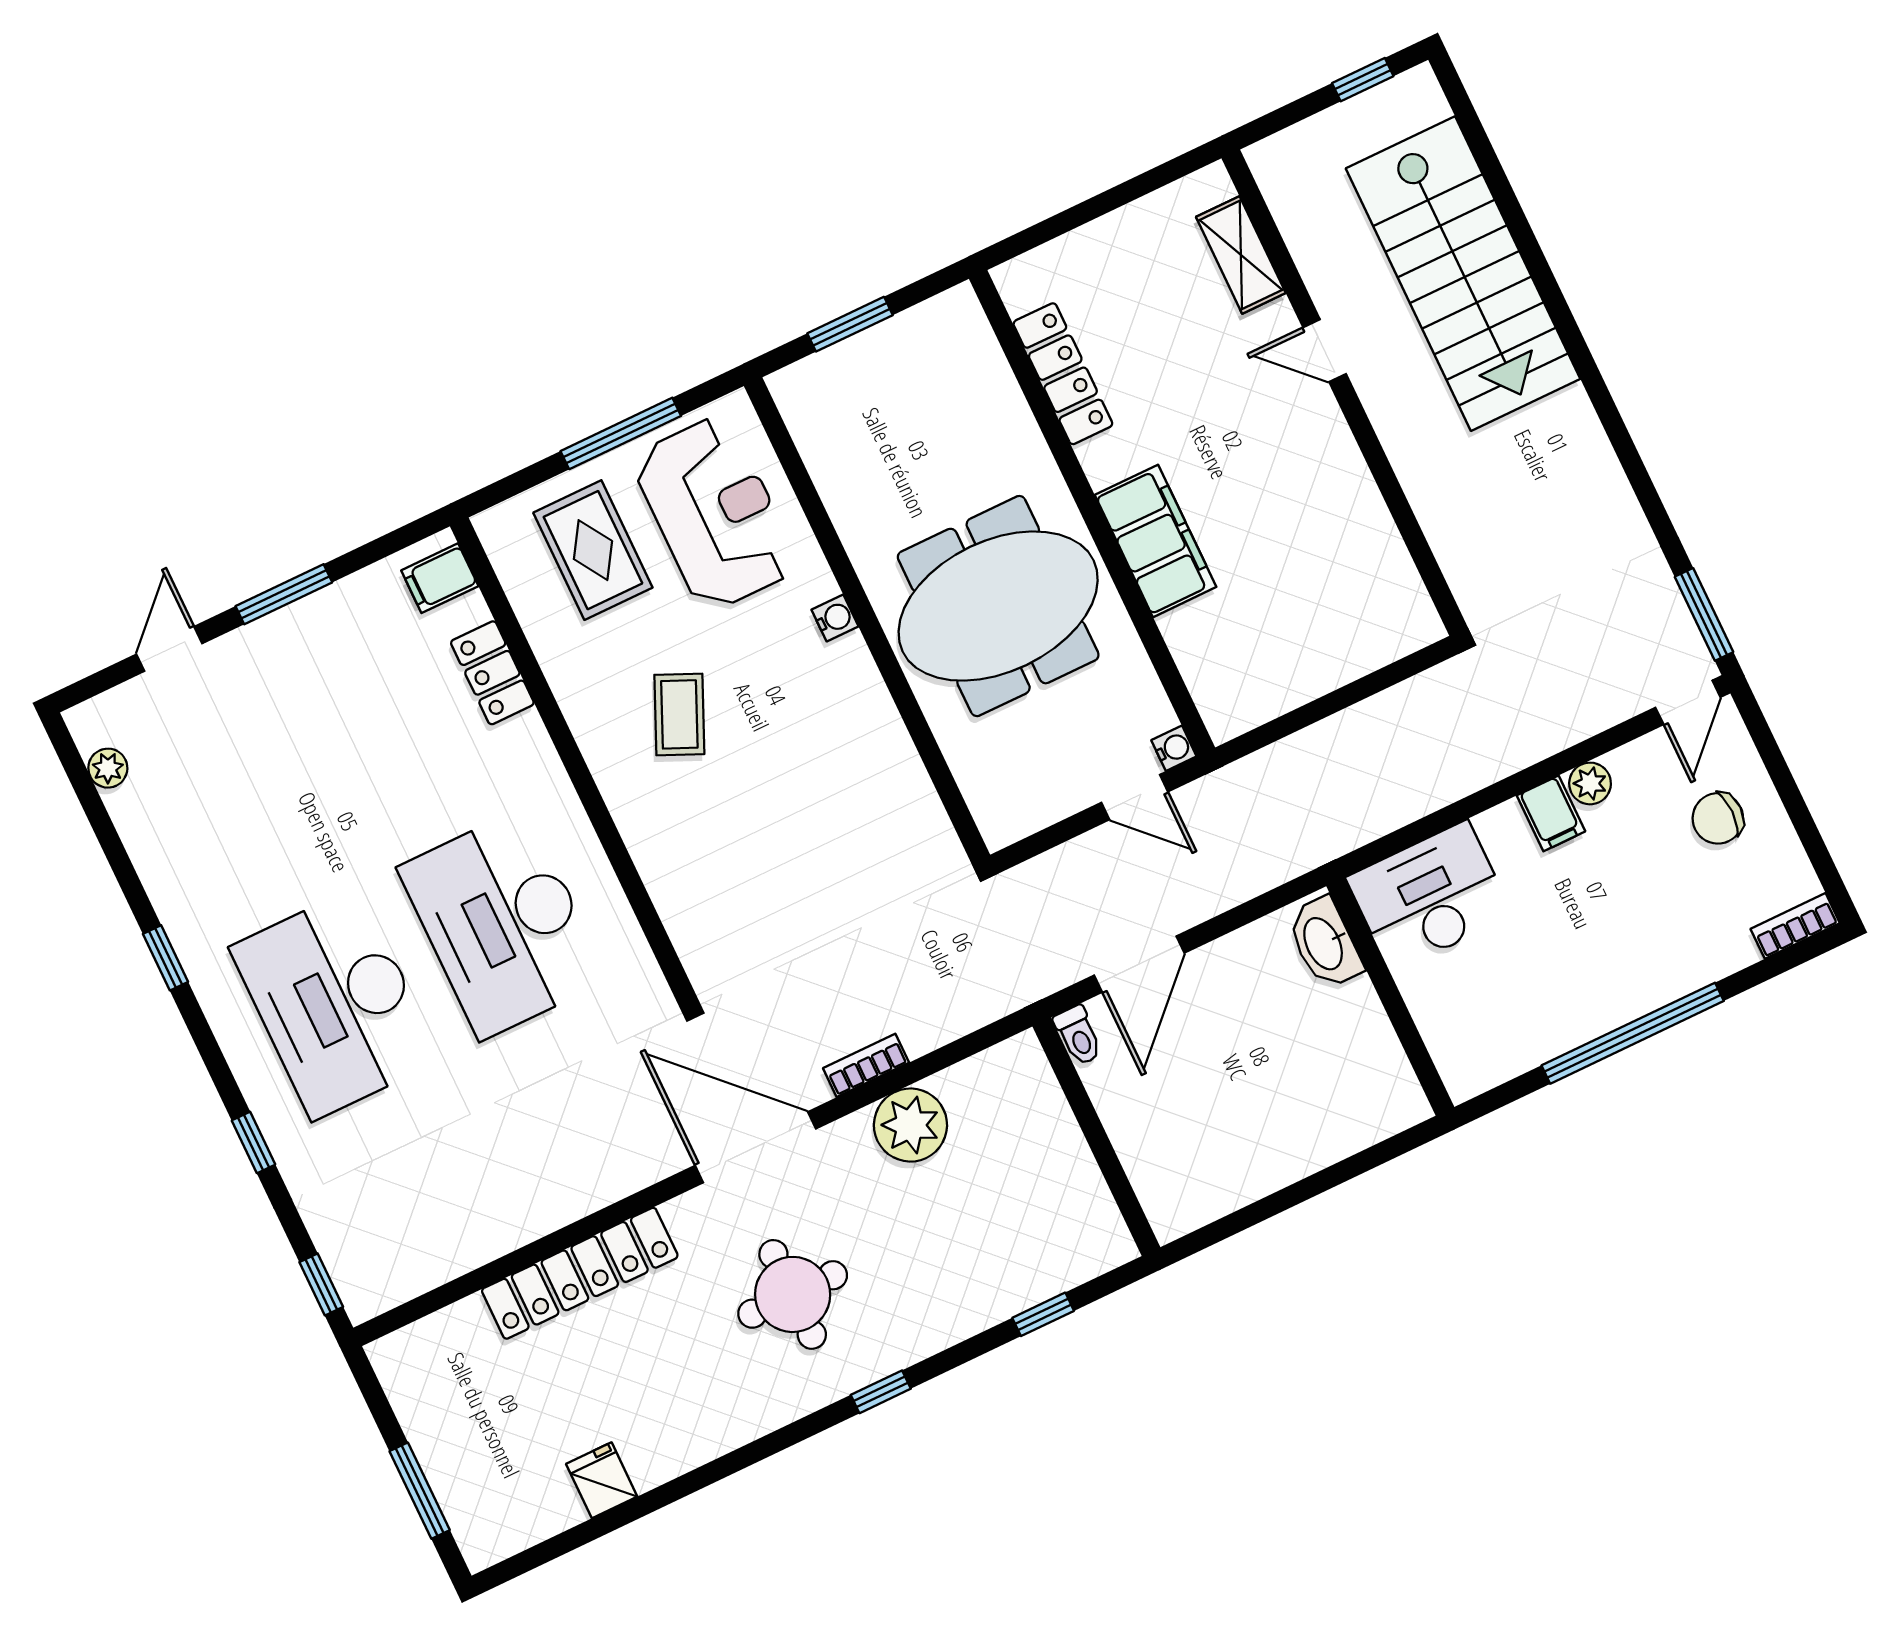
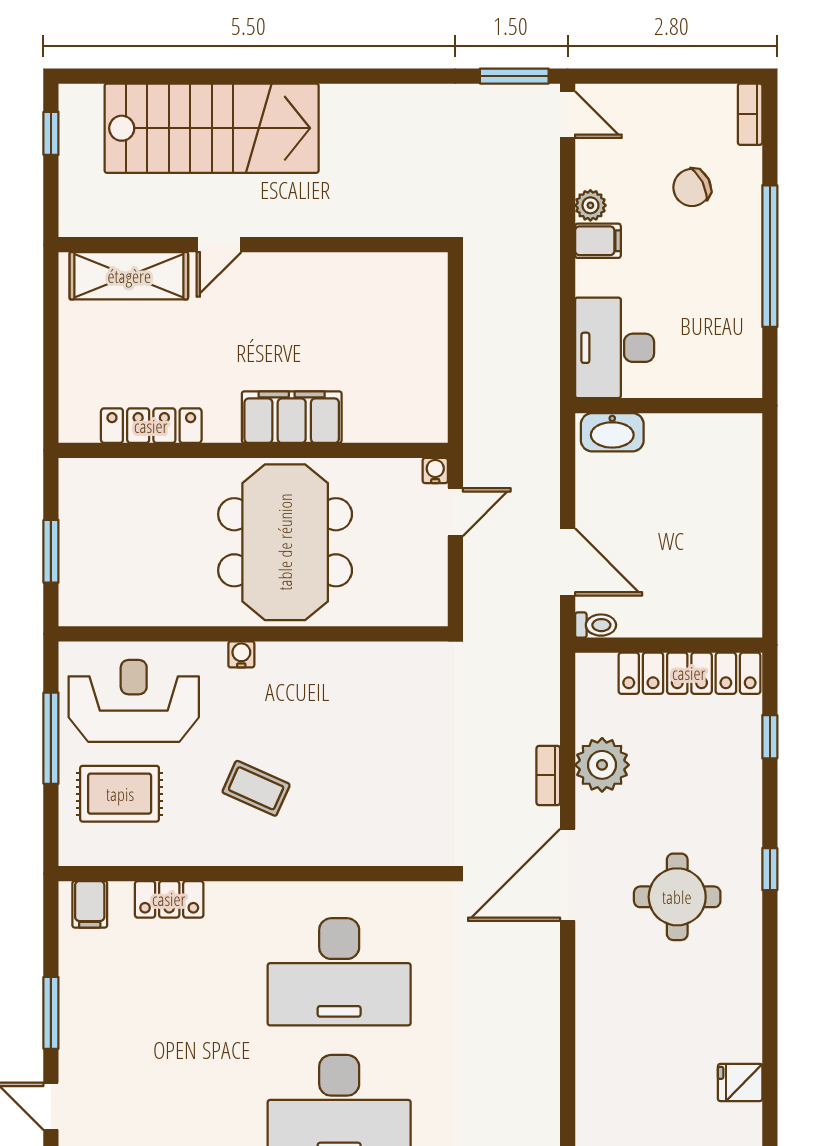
shelving: (1241, 255) -> (129, 276), width x1.50, depth x1.33
chair: (1718, 818) -> (692, 187), moved, turned 63
locker: (580, 1273) -> (689, 673), moved, turned 90

